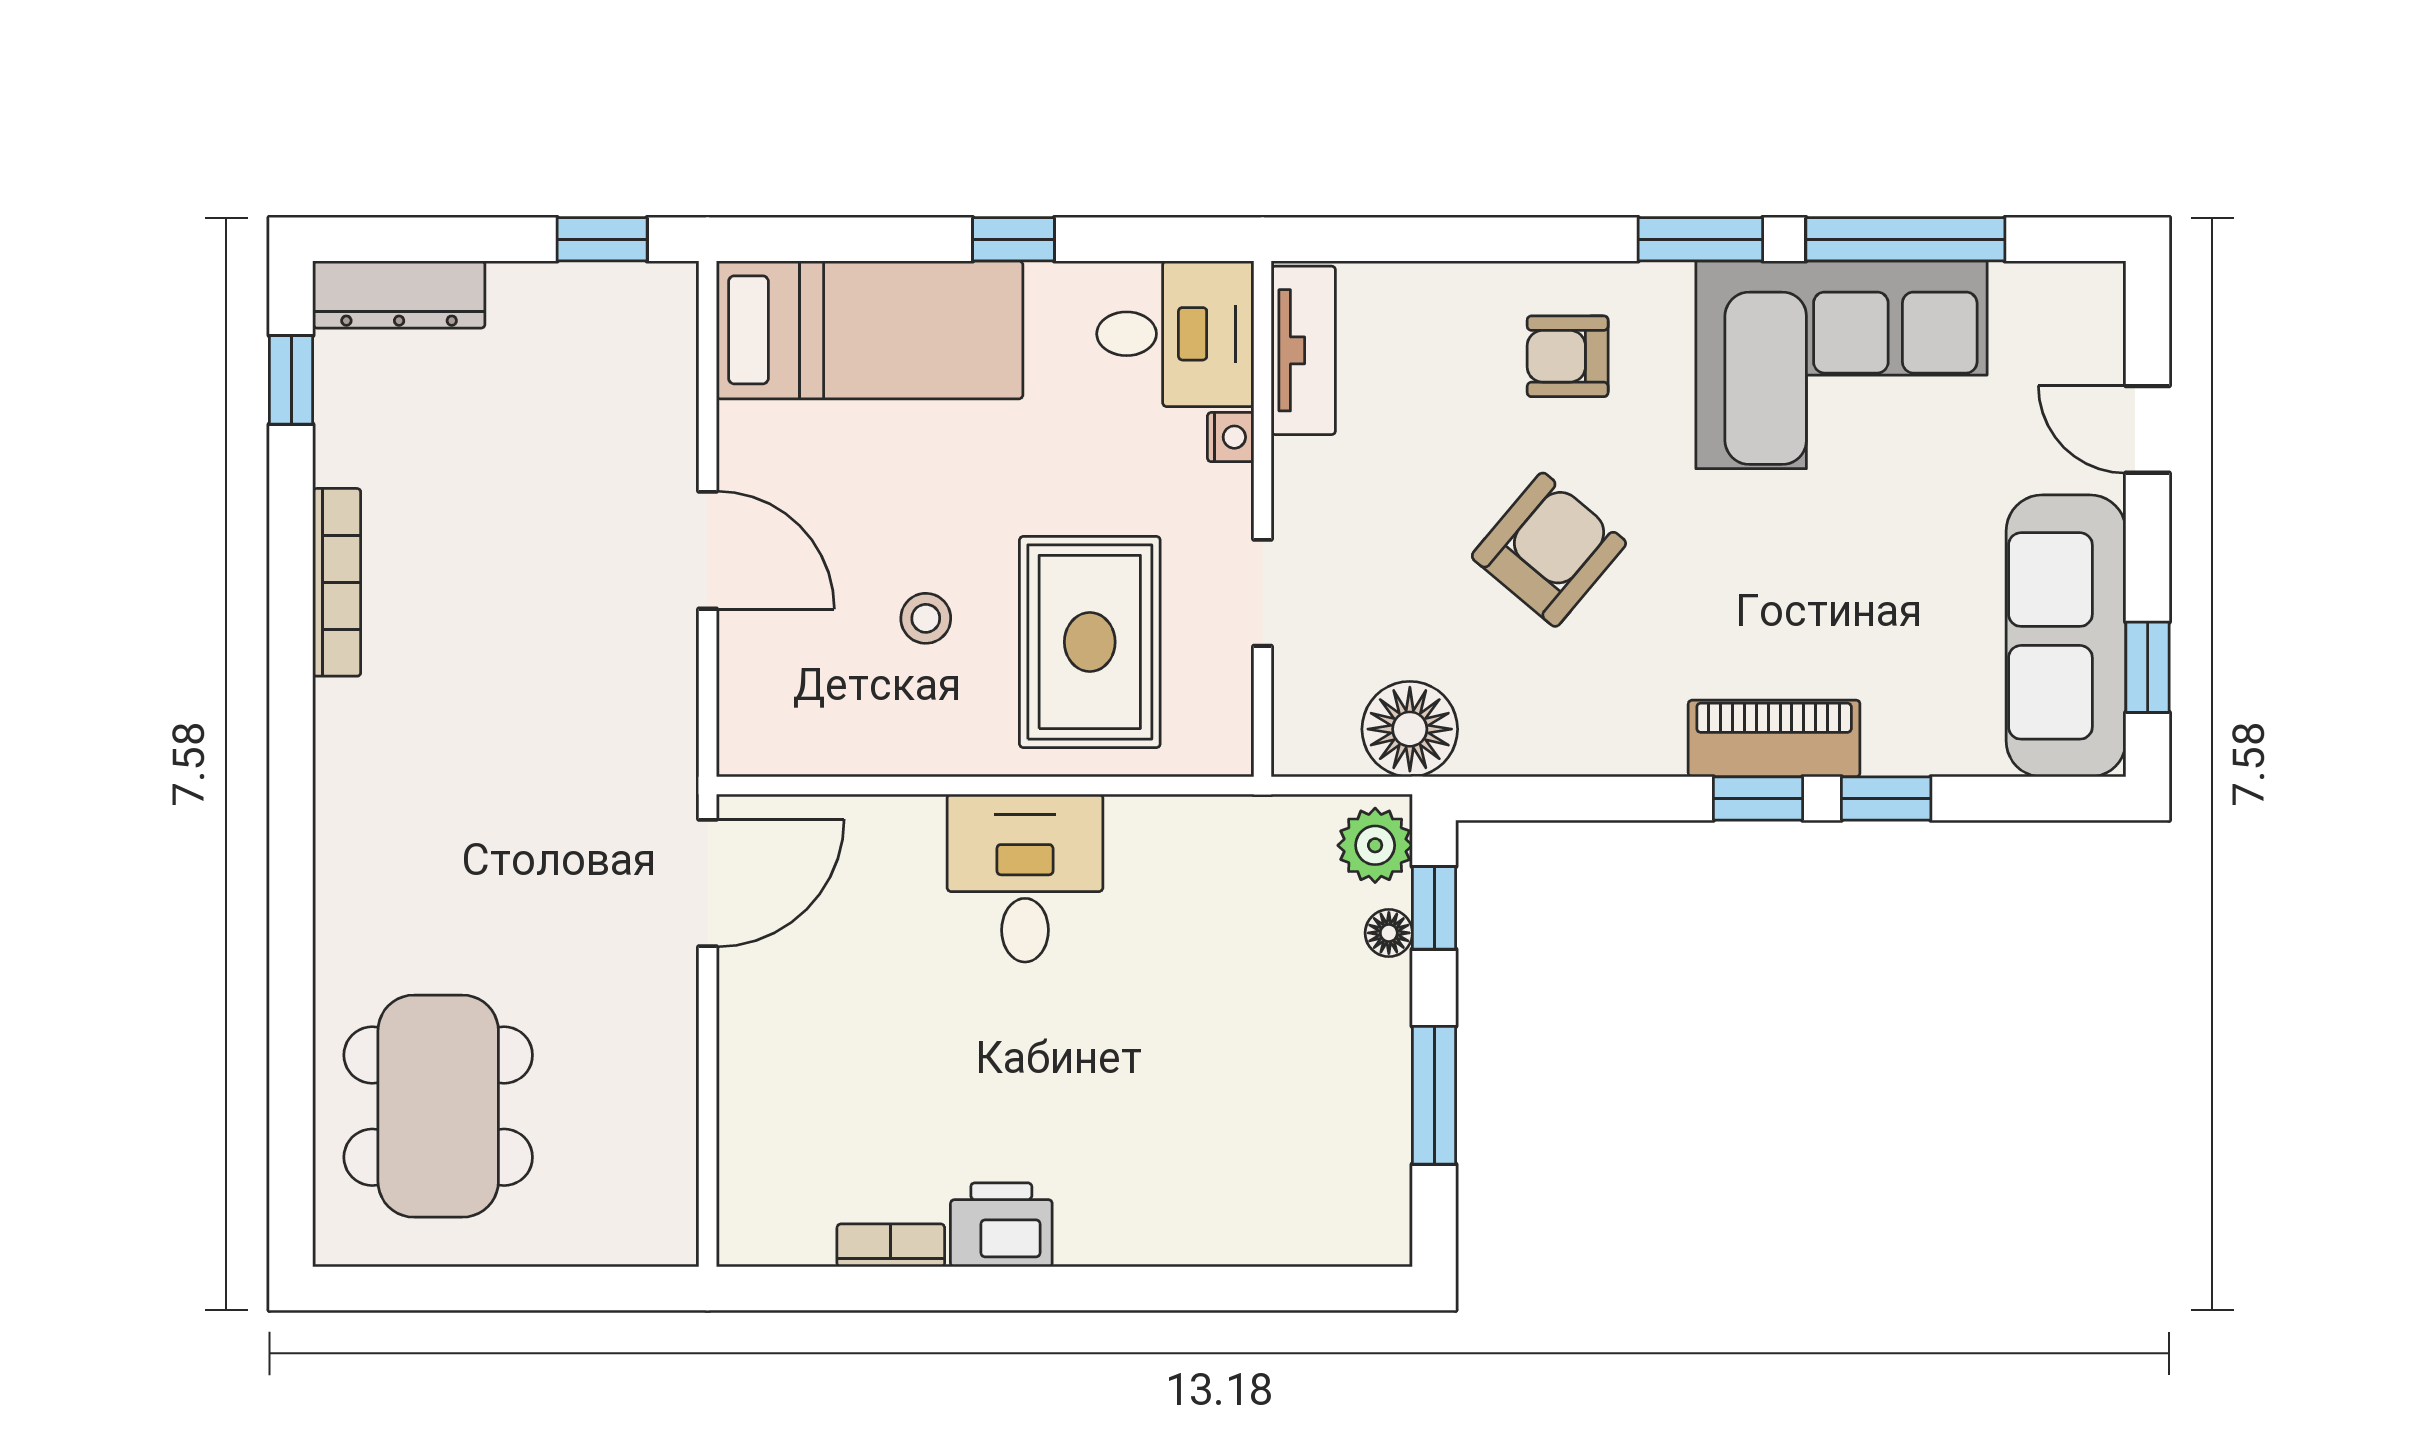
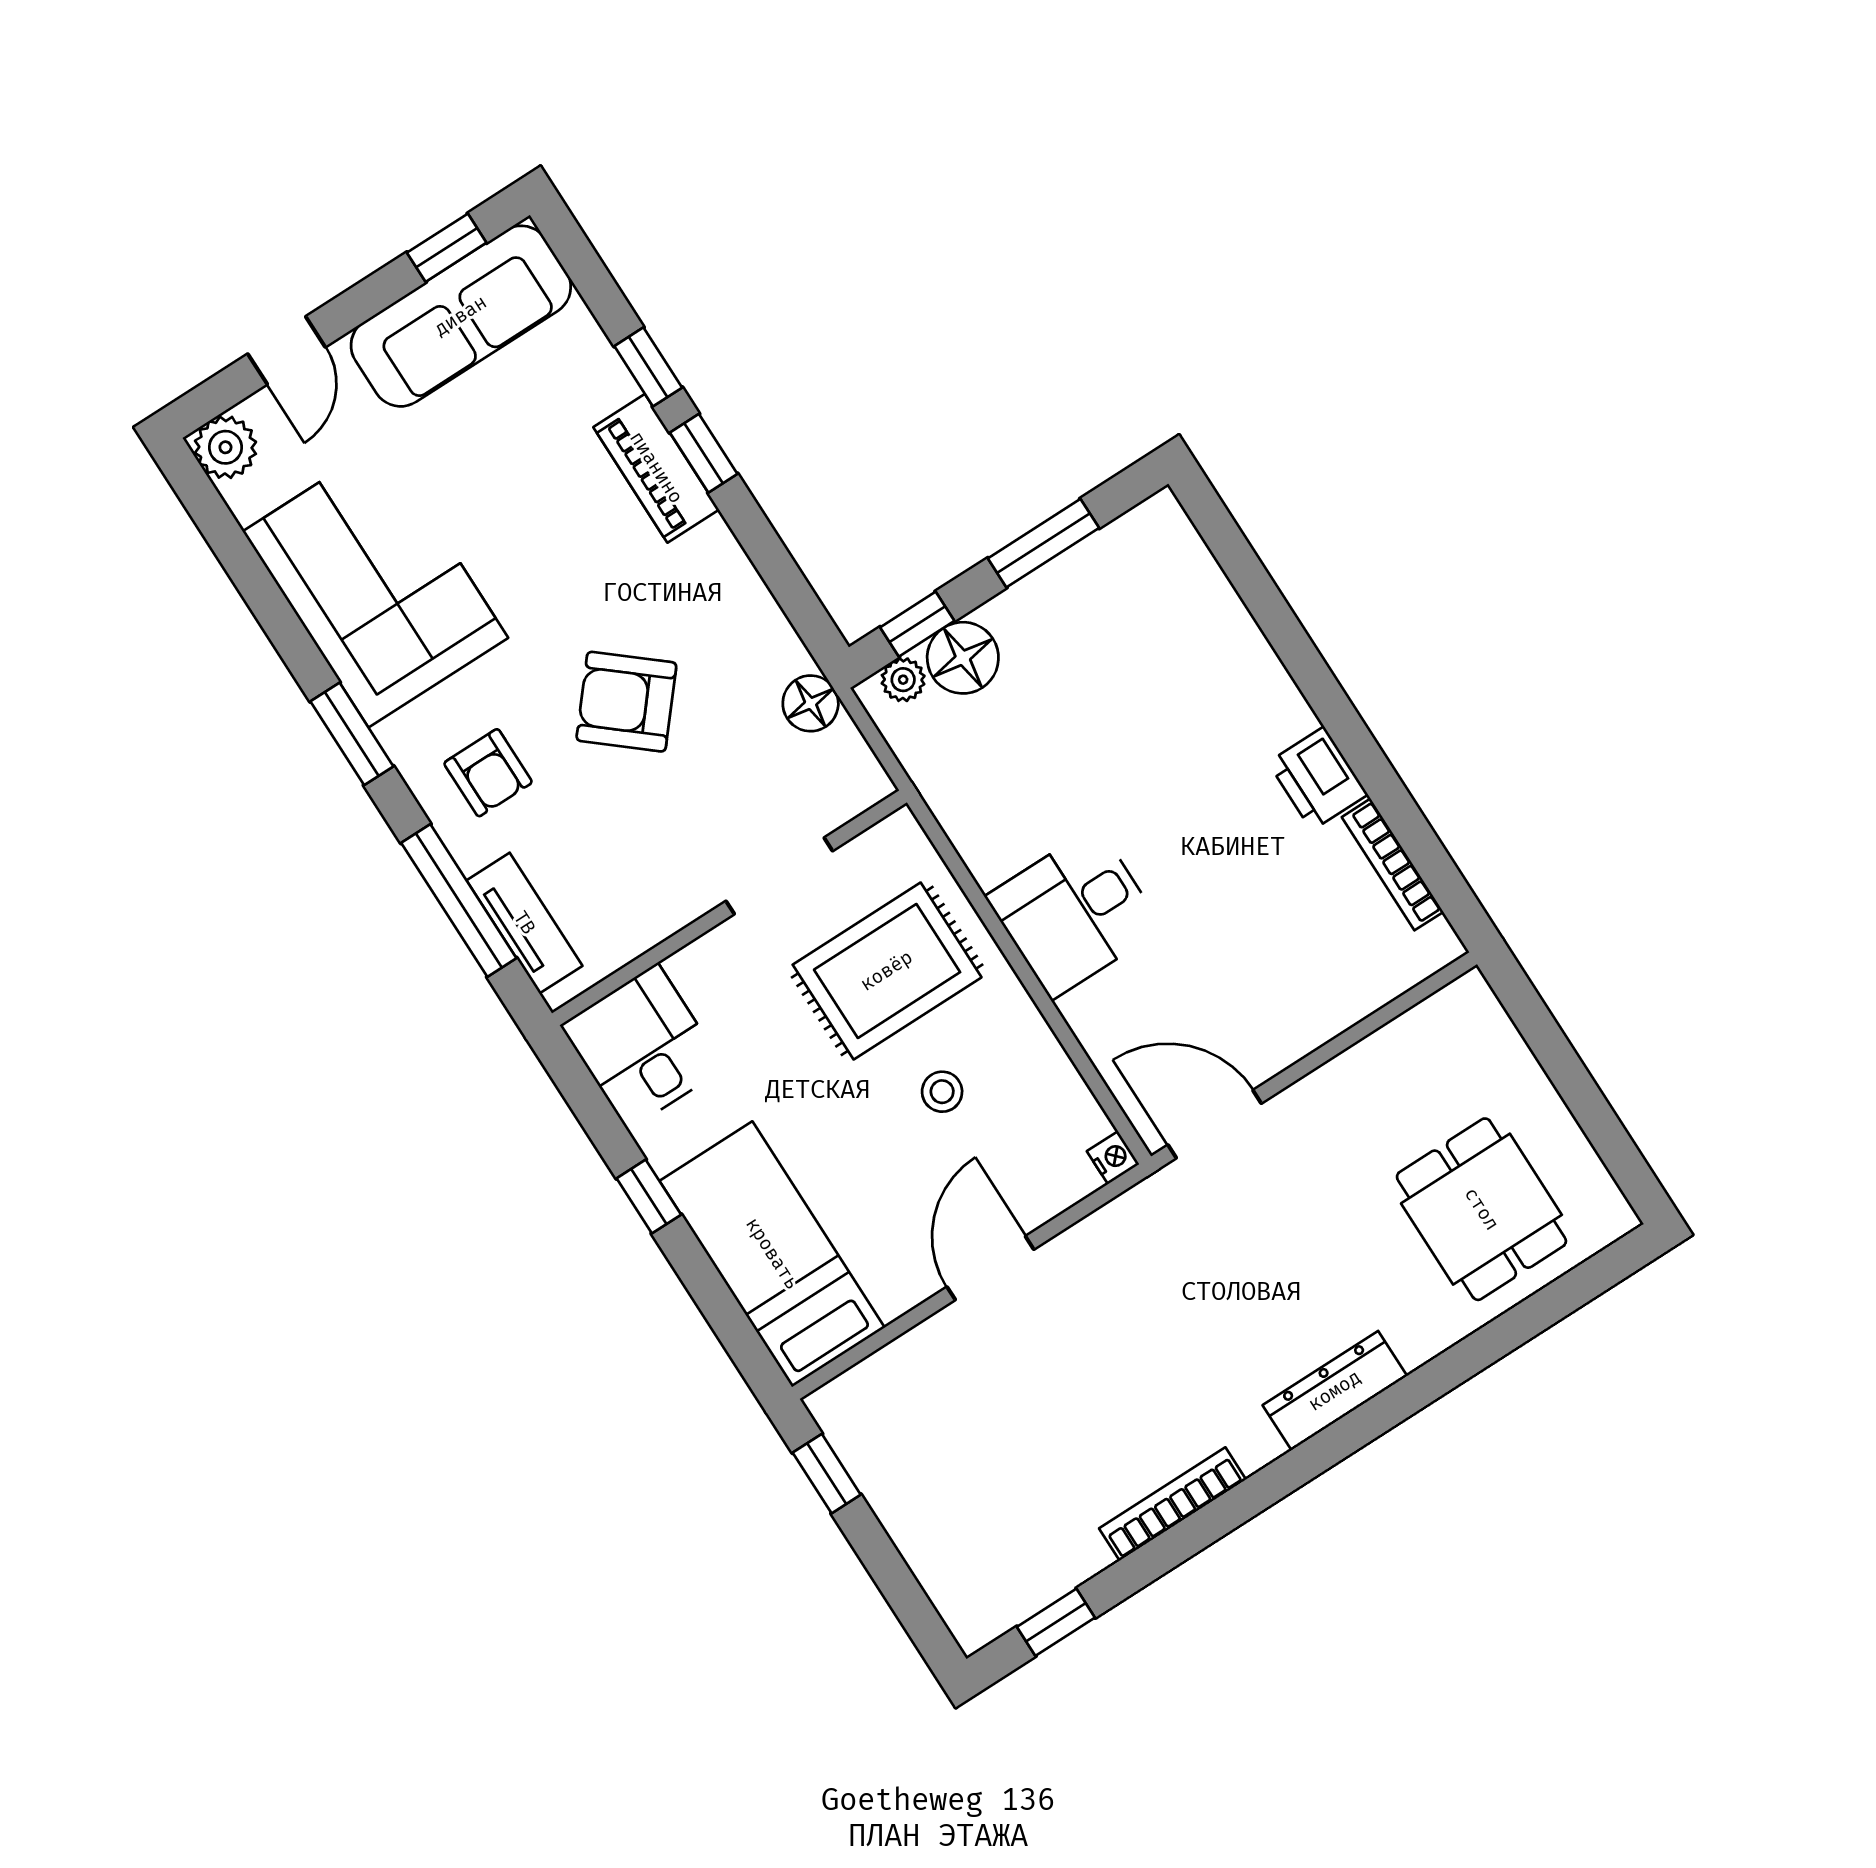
window: (1905, 239) -> (459, 901), moved
dresser: (399, 294) -> (1335, 1391), moved, turned -90
plant: (2087, 300) -> (225, 447), added
tv unit: (1303, 350) -> (524, 923), moved, turned 90
nightstand: (1231, 437) -> (1113, 1158), moved, turned 90
doorway: (1263, 593) -> (779, 876), width x1.38
floor lamp: (1410, 729) -> (811, 703), width x0.73, depth x0.73
plant: (1375, 845) -> (903, 680), width x0.73, depth x0.73
floor lamp: (1389, 933) -> (963, 658), width x1.89, depth x1.89
dining table: (438, 1106) -> (1481, 1209), width x0.73
bookcase: (891, 1245) -> (1393, 864), width x1.56

